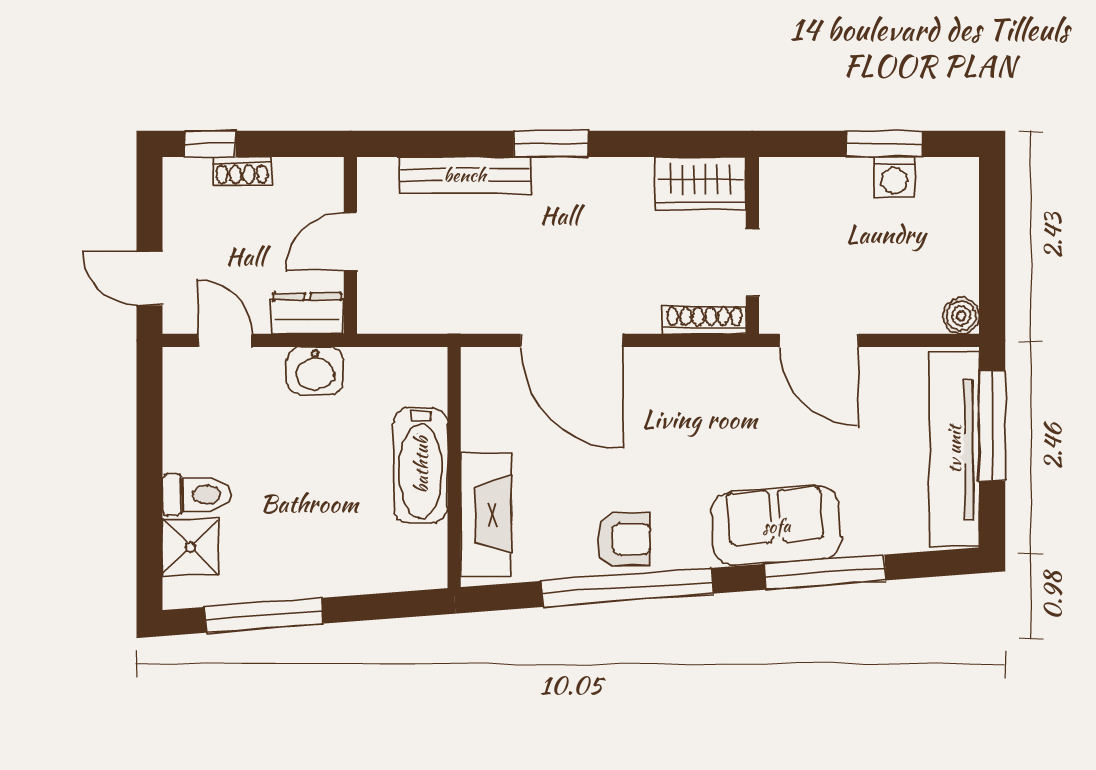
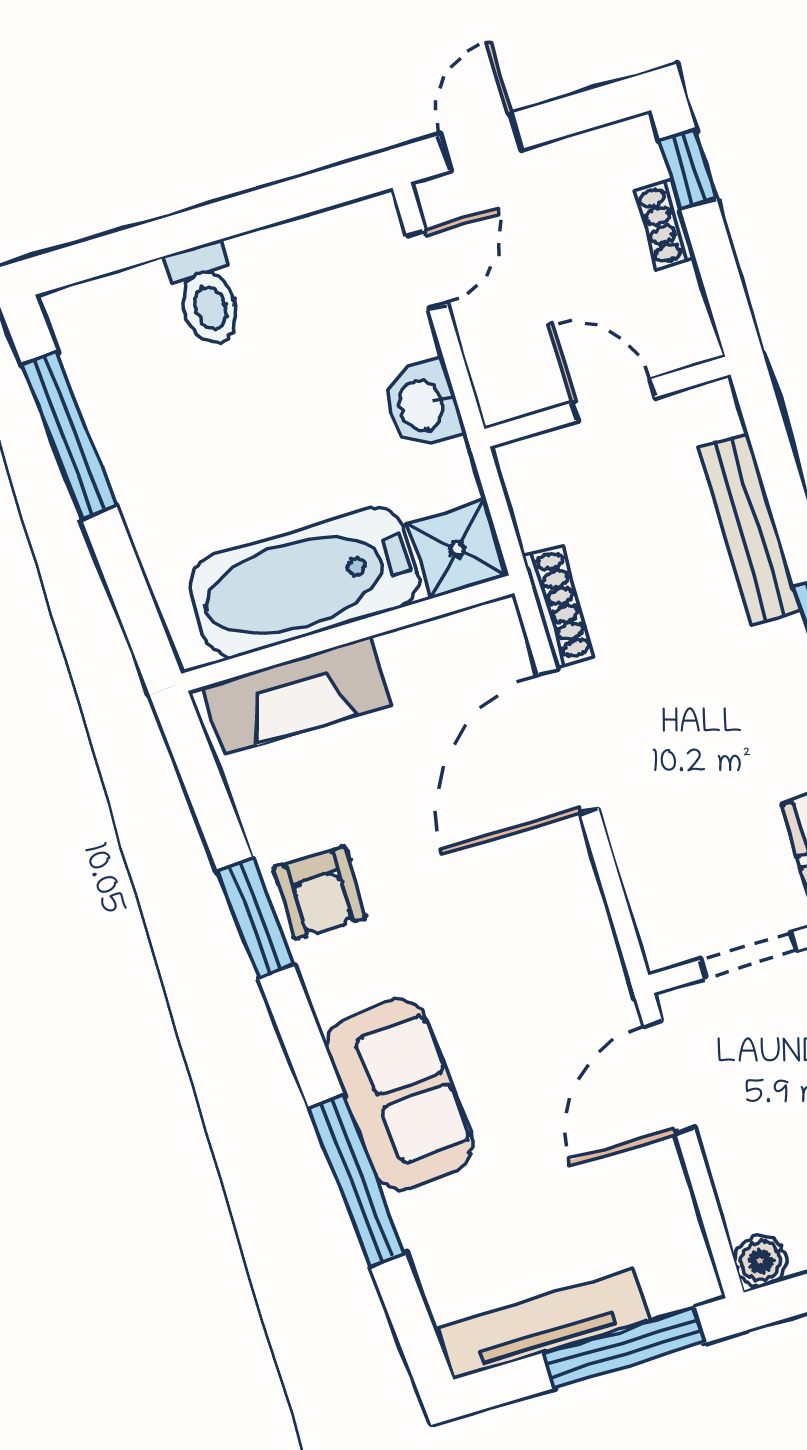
dresser: (307, 313) -> (497, 371), removed
shoe rack: (704, 320) -> (558, 606), moved
tv unit: (954, 449) -> (543, 1324), width x0.73, depth x0.78
bathtub: (421, 465) -> (304, 582), width x1.36, depth x1.36
shower: (191, 547) -> (457, 549), moved
window: (627, 587) -> (256, 918), width x0.47

